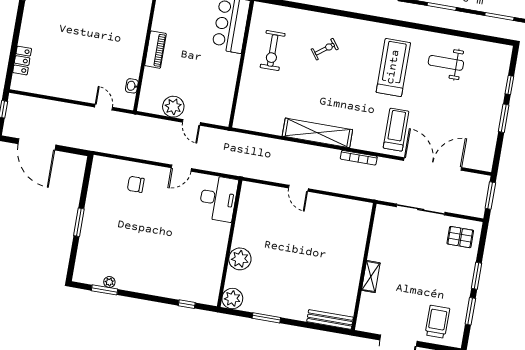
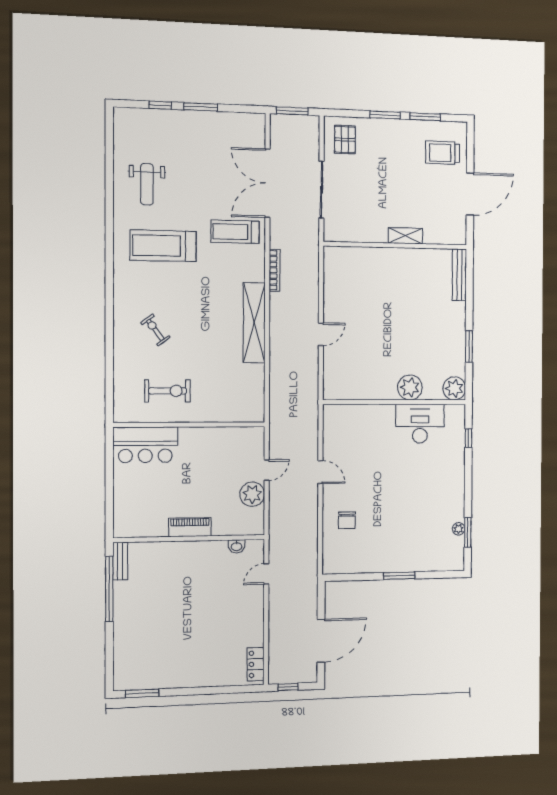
locker: (22, 61) -> (256, 664), moved, turned -90
desk: (218, 198) -> (420, 424), moved

